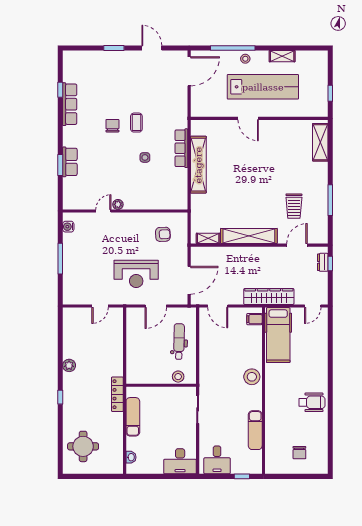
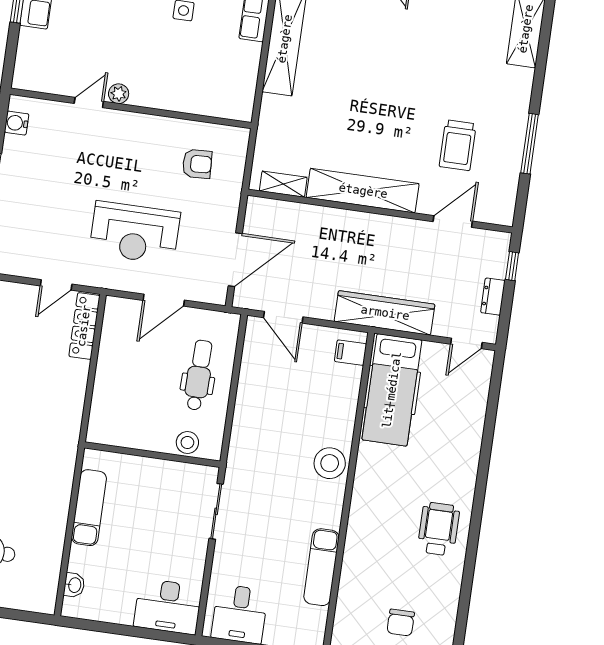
dresser: (323, 262) -> (493, 297), moved
locker: (117, 394) -> (84, 326), moved
wheelchair: (312, 402) -> (439, 529), turned -90

